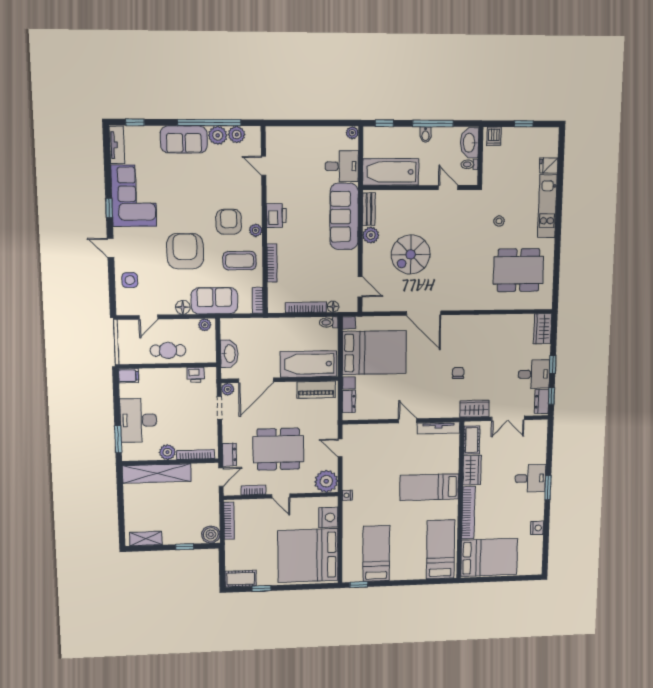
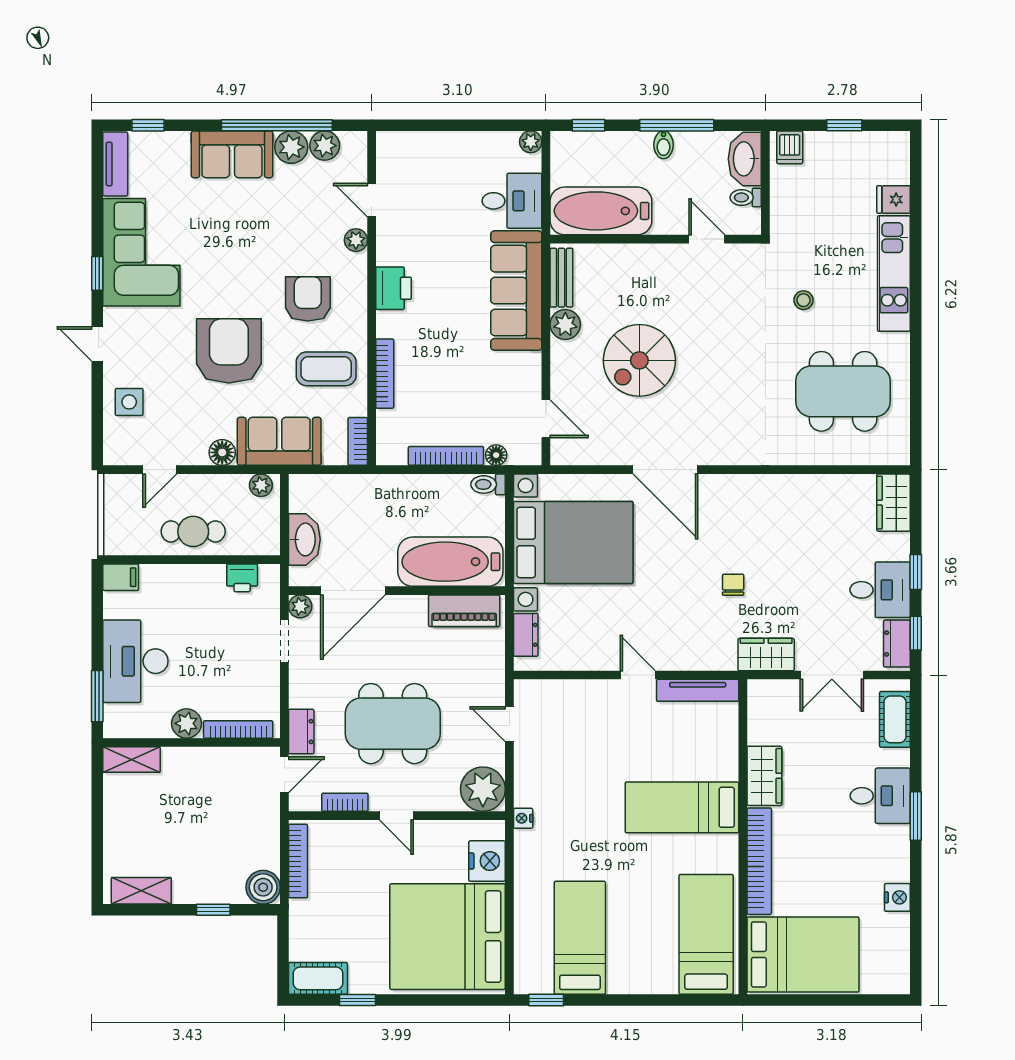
plant: (256, 230) -> (356, 240), moved
cot: (472, 440) -> (895, 719), moved
shelving: (157, 473) -> (132, 760), width x0.45, depth x0.75

